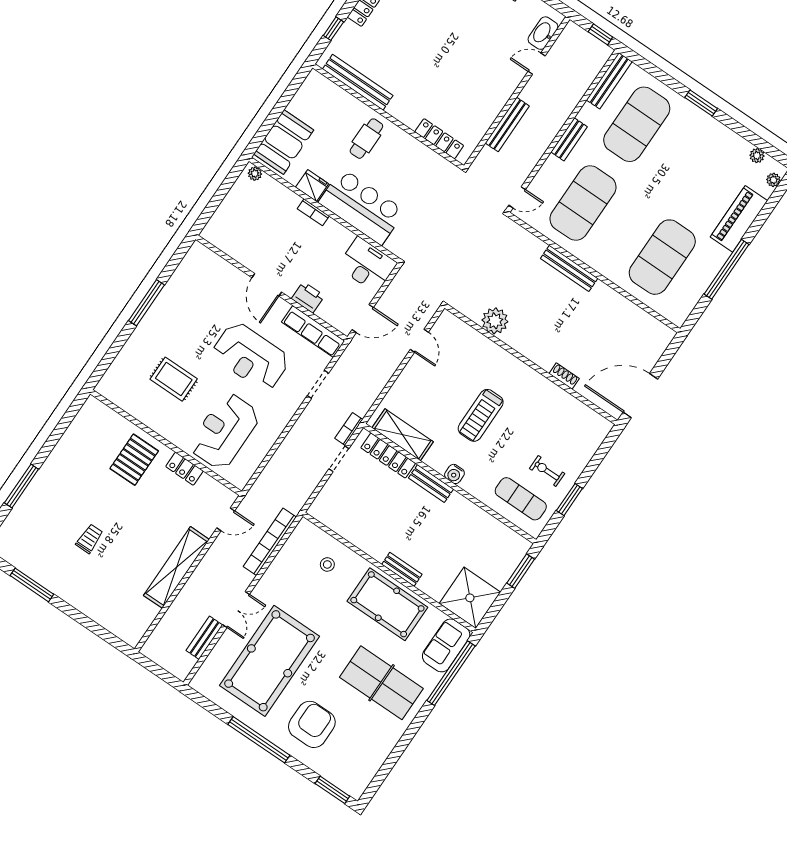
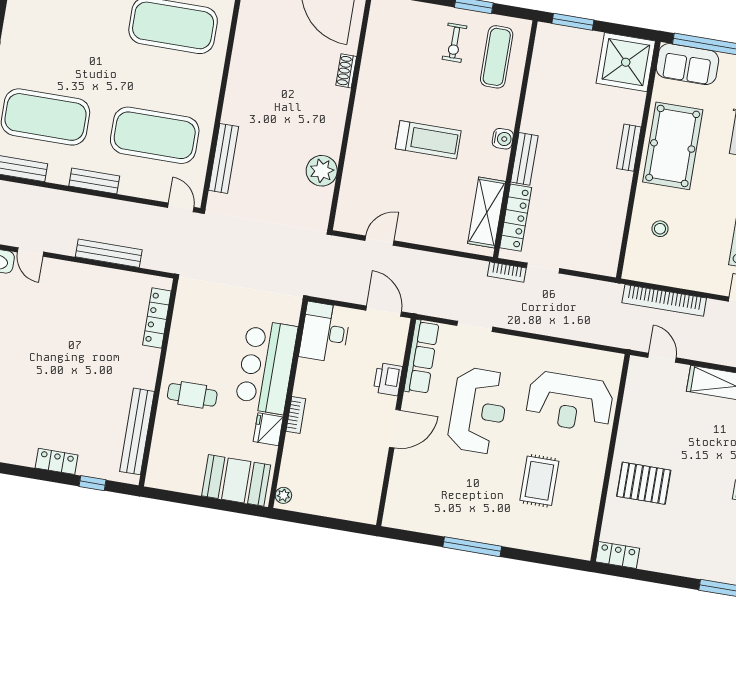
bench: (569, 268) -> (224, 158), moved
locker: (184, 469) -> (617, 555), moved, turned -90

